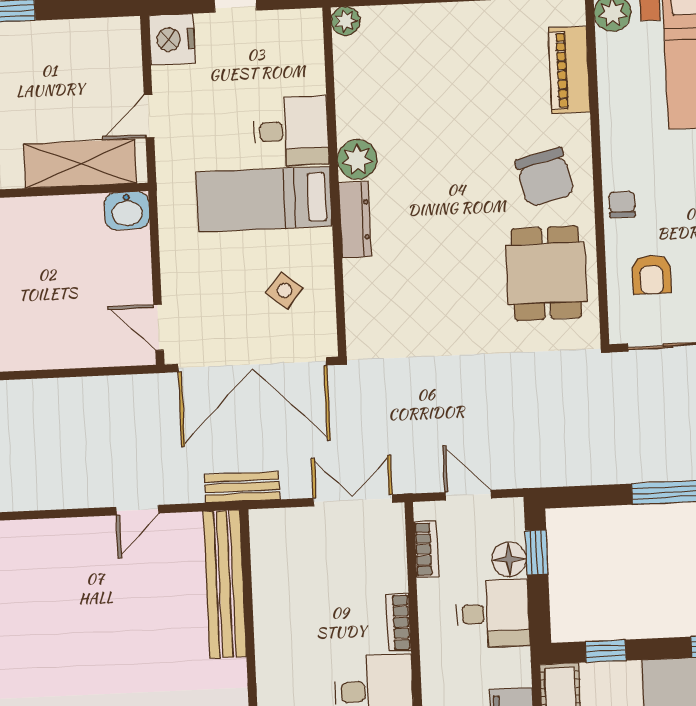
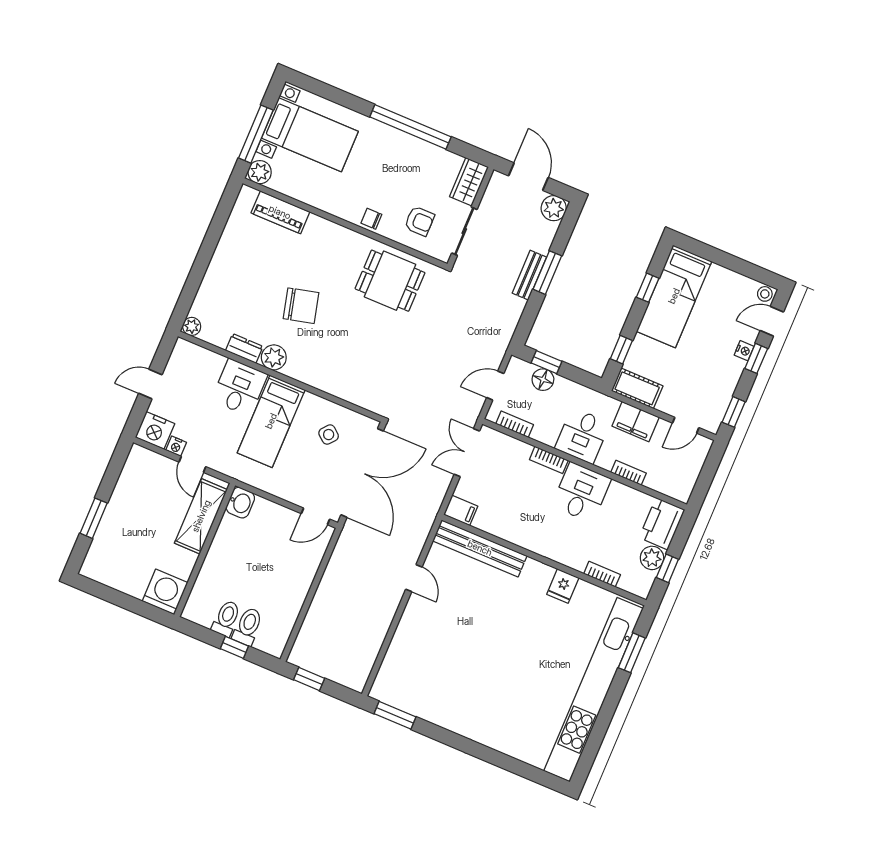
nightstand: (164, 80) -> (176, 446), added
chair: (545, 177) -> (301, 306), moved
dresser: (355, 220) -> (244, 348), moved, width x0.70
bench: (242, 487) -> (529, 275), moved
filing cabinet: (266, 531) -> (461, 510), added
desk: (493, 614) -> (582, 436), moved, turned 180

